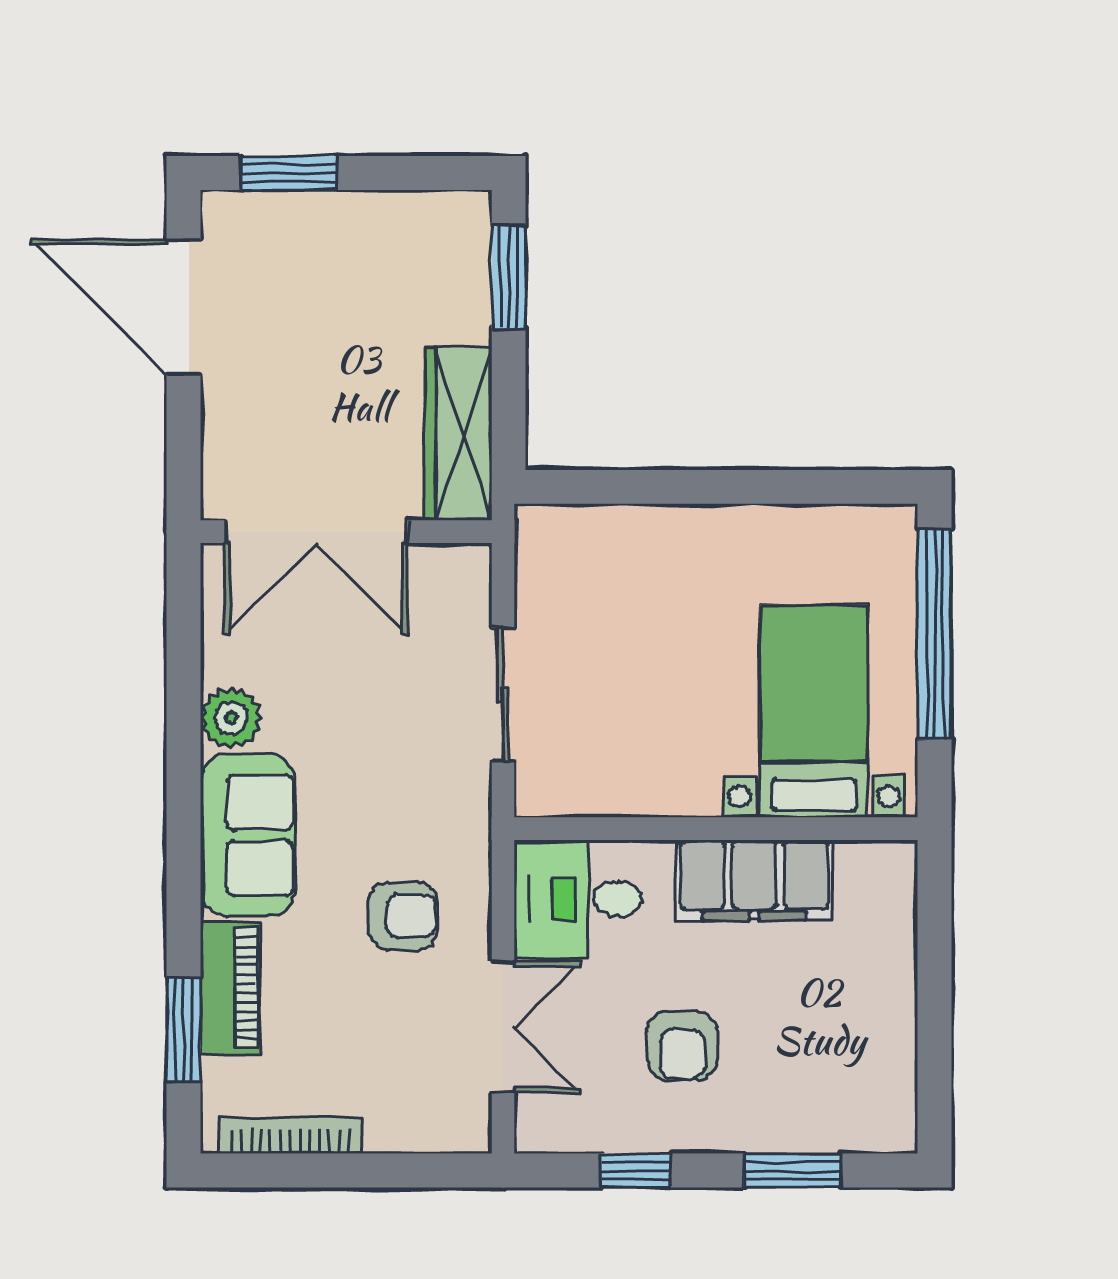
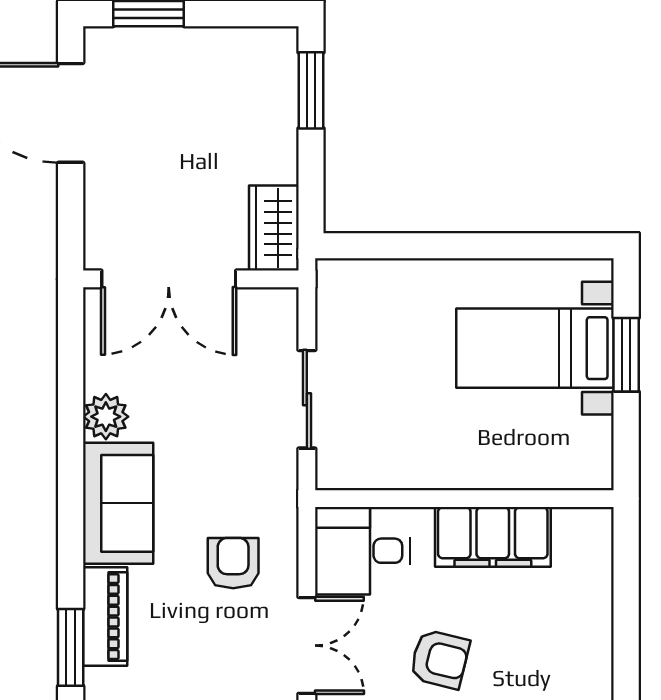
wardrobe: (458, 434) -> (274, 228), width x0.67
window: (934, 634) -> (626, 355), width x0.47
bed with nightstands: (814, 711) -> (535, 348), moved, turned -90
armchair: (403, 916) -> (233, 563), turned -90
armchair: (682, 1046) -> (440, 659), turned -76

